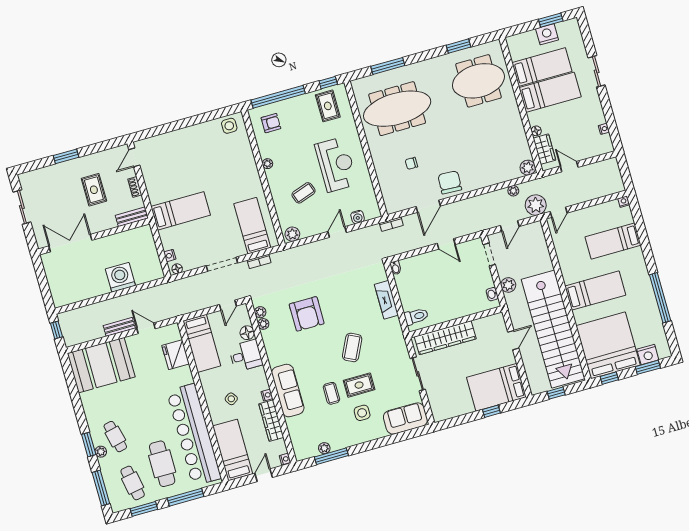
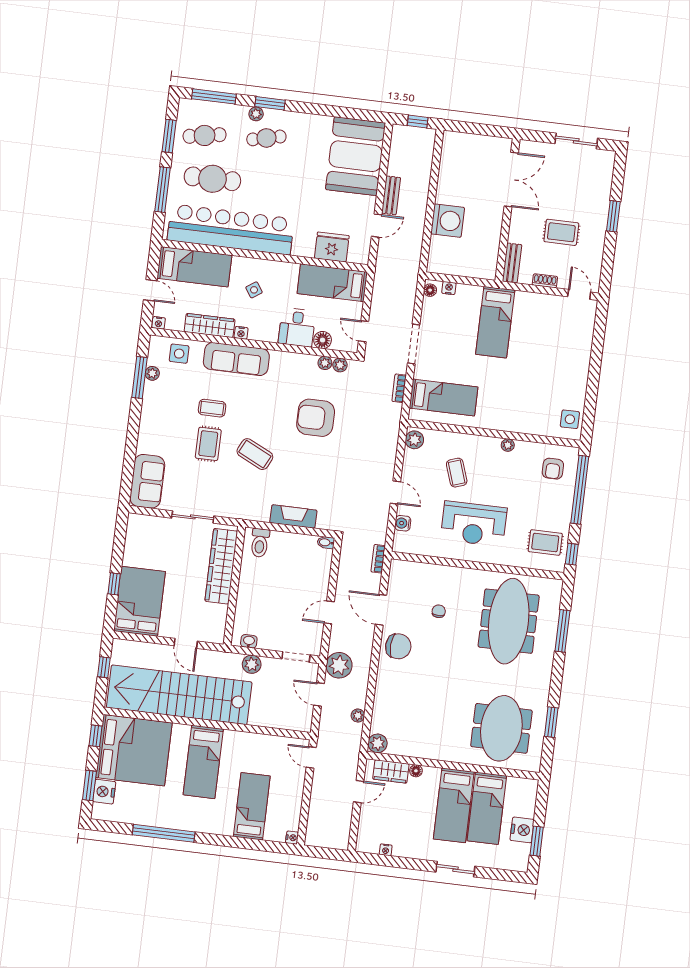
plant: (536, 205) -> (339, 665), moved
side table: (362, 413) -> (179, 354), moved

